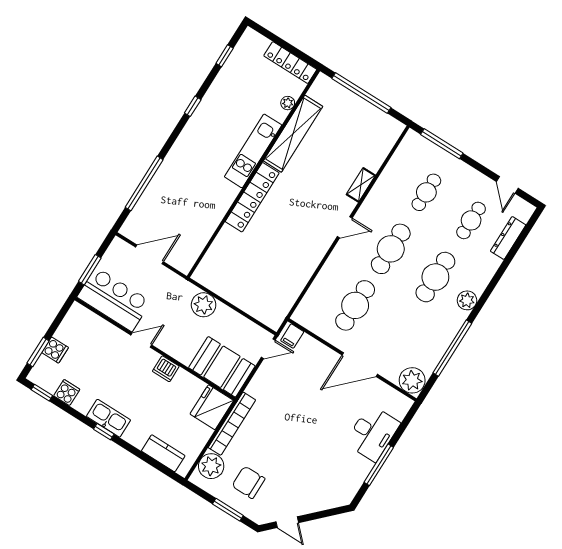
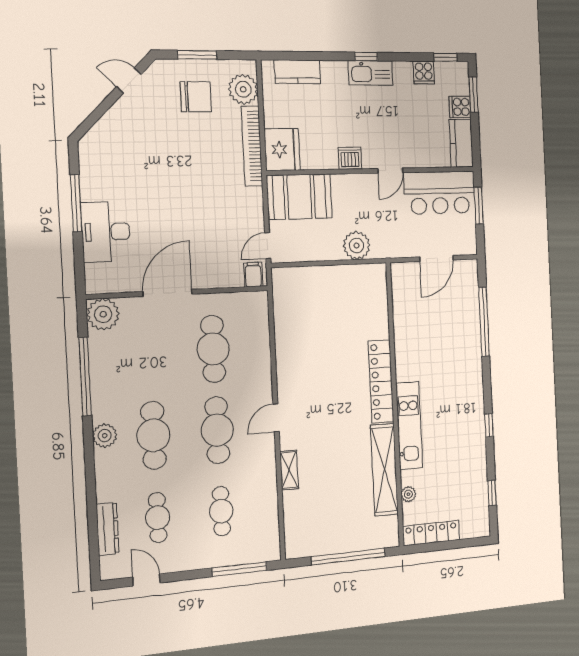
kitchen counter: (72, 323) -> (461, 143), added

